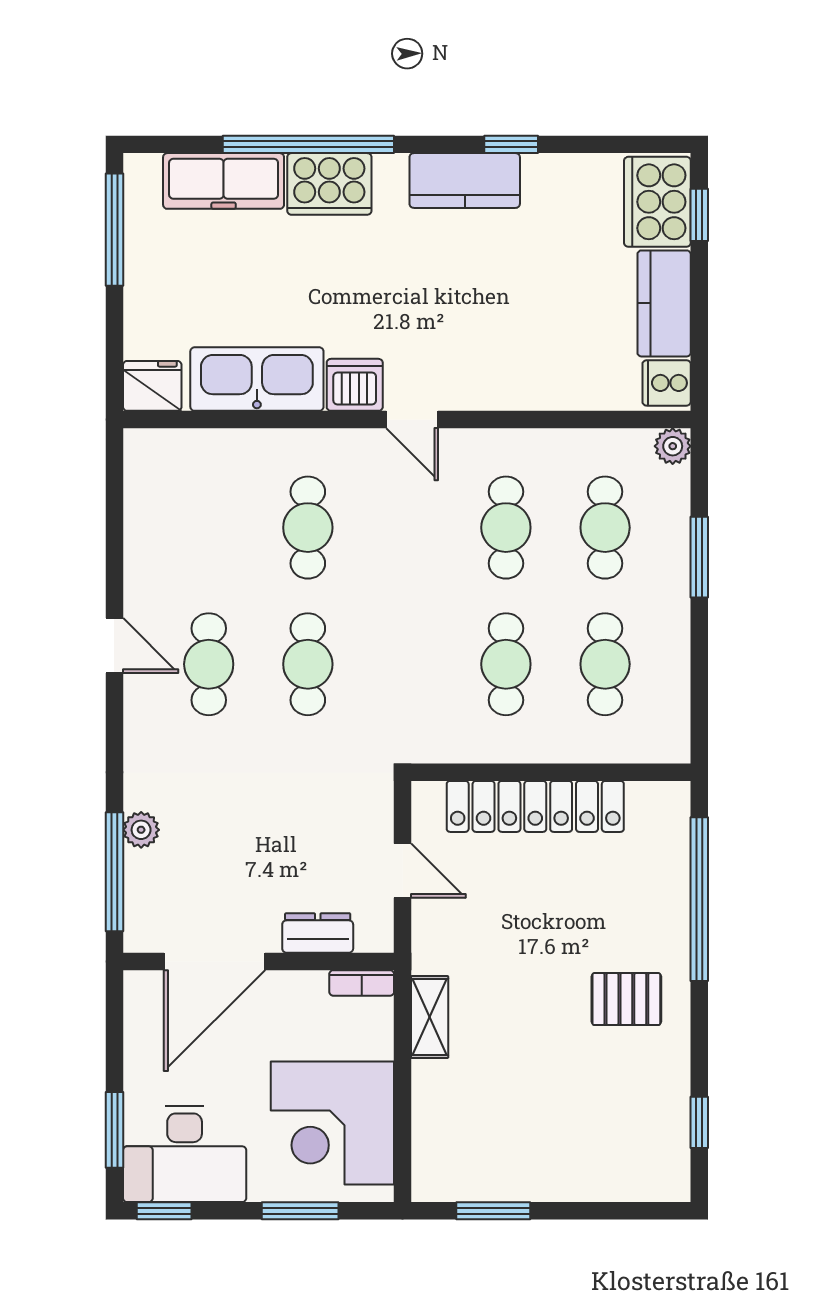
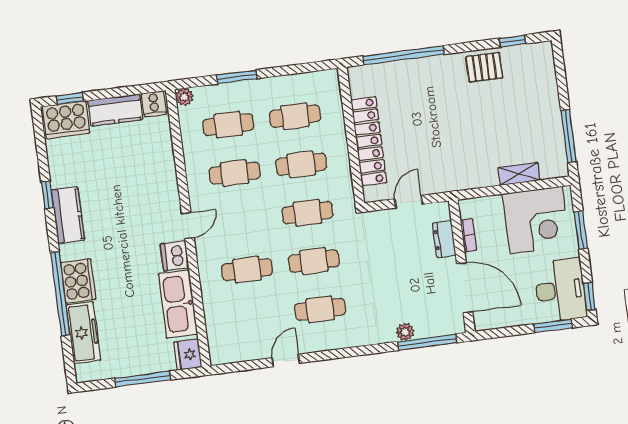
window: (114, 230) -> (143, 379), moved
door: (114, 645) -> (286, 361), moved
cafe table: (407, 664) -> (308, 213), added
bookcase: (362, 983) -> (468, 235), moved
pallet: (626, 999) -> (484, 67), moved, turned 90
shelving: (430, 1017) -> (519, 174), moved
window: (493, 1211) -> (569, 136), width x1.44

